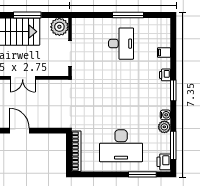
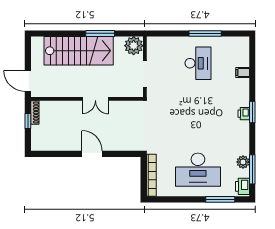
printer: (165, 75) -> (244, 114), moved
water cooler: (165, 115) -> (244, 137), removed
plant: (164, 127) -> (243, 162), moved

